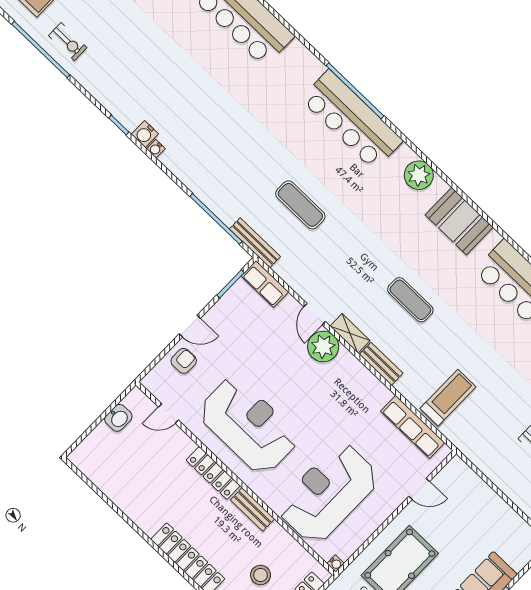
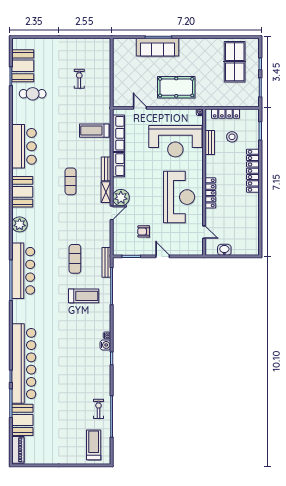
treadmill: (239, 169) -> (84, 296), added
row of seats: (265, 284) -> (118, 165), moved
armchair: (184, 361) -> (144, 231), moved
reception desk: (248, 425) -> (179, 197), turned 180
bench: (252, 509) -> (210, 143), moved

